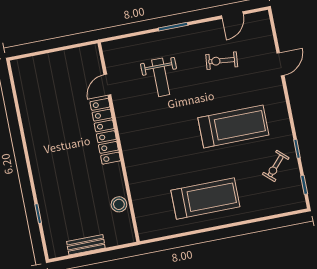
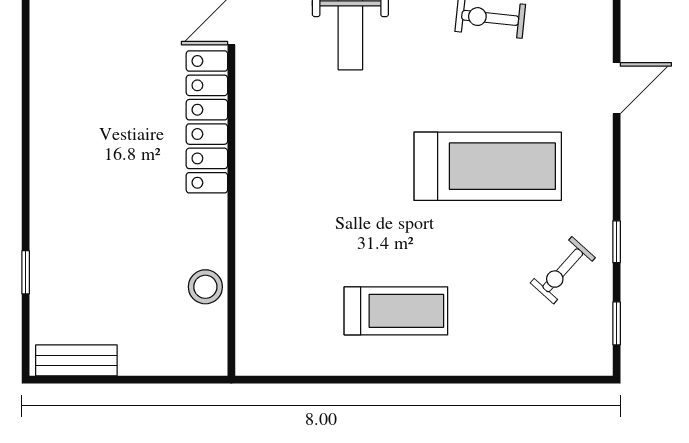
door: (280, 64) -> (617, 88), moved
treadmill: (205, 198) -> (396, 311), width x0.73, depth x0.73
bench: (86, 245) -> (76, 360), moved

